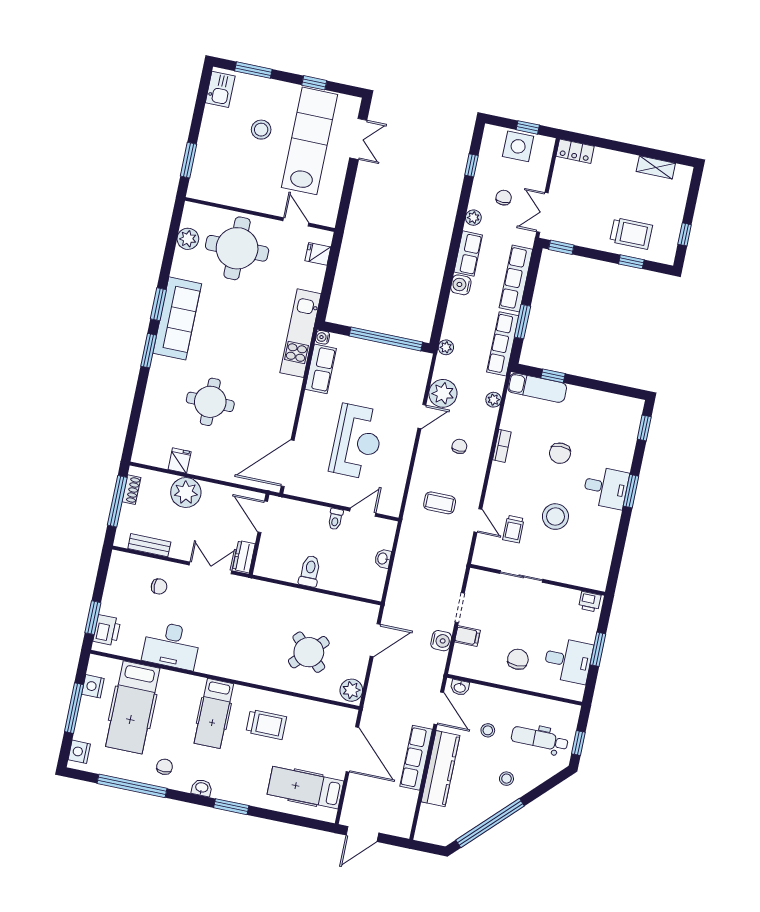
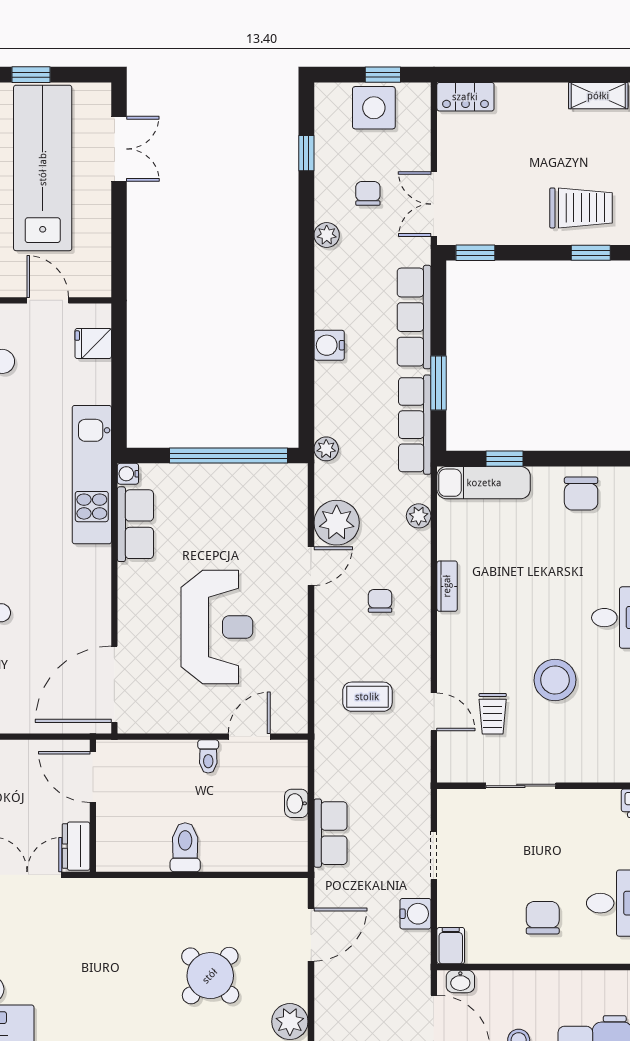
row of seats: (468, 254) -> (330, 833), moved
chair: (560, 453) -> (581, 494), moved
filing cabinet: (467, 636) -> (451, 946), moved, turned -90

